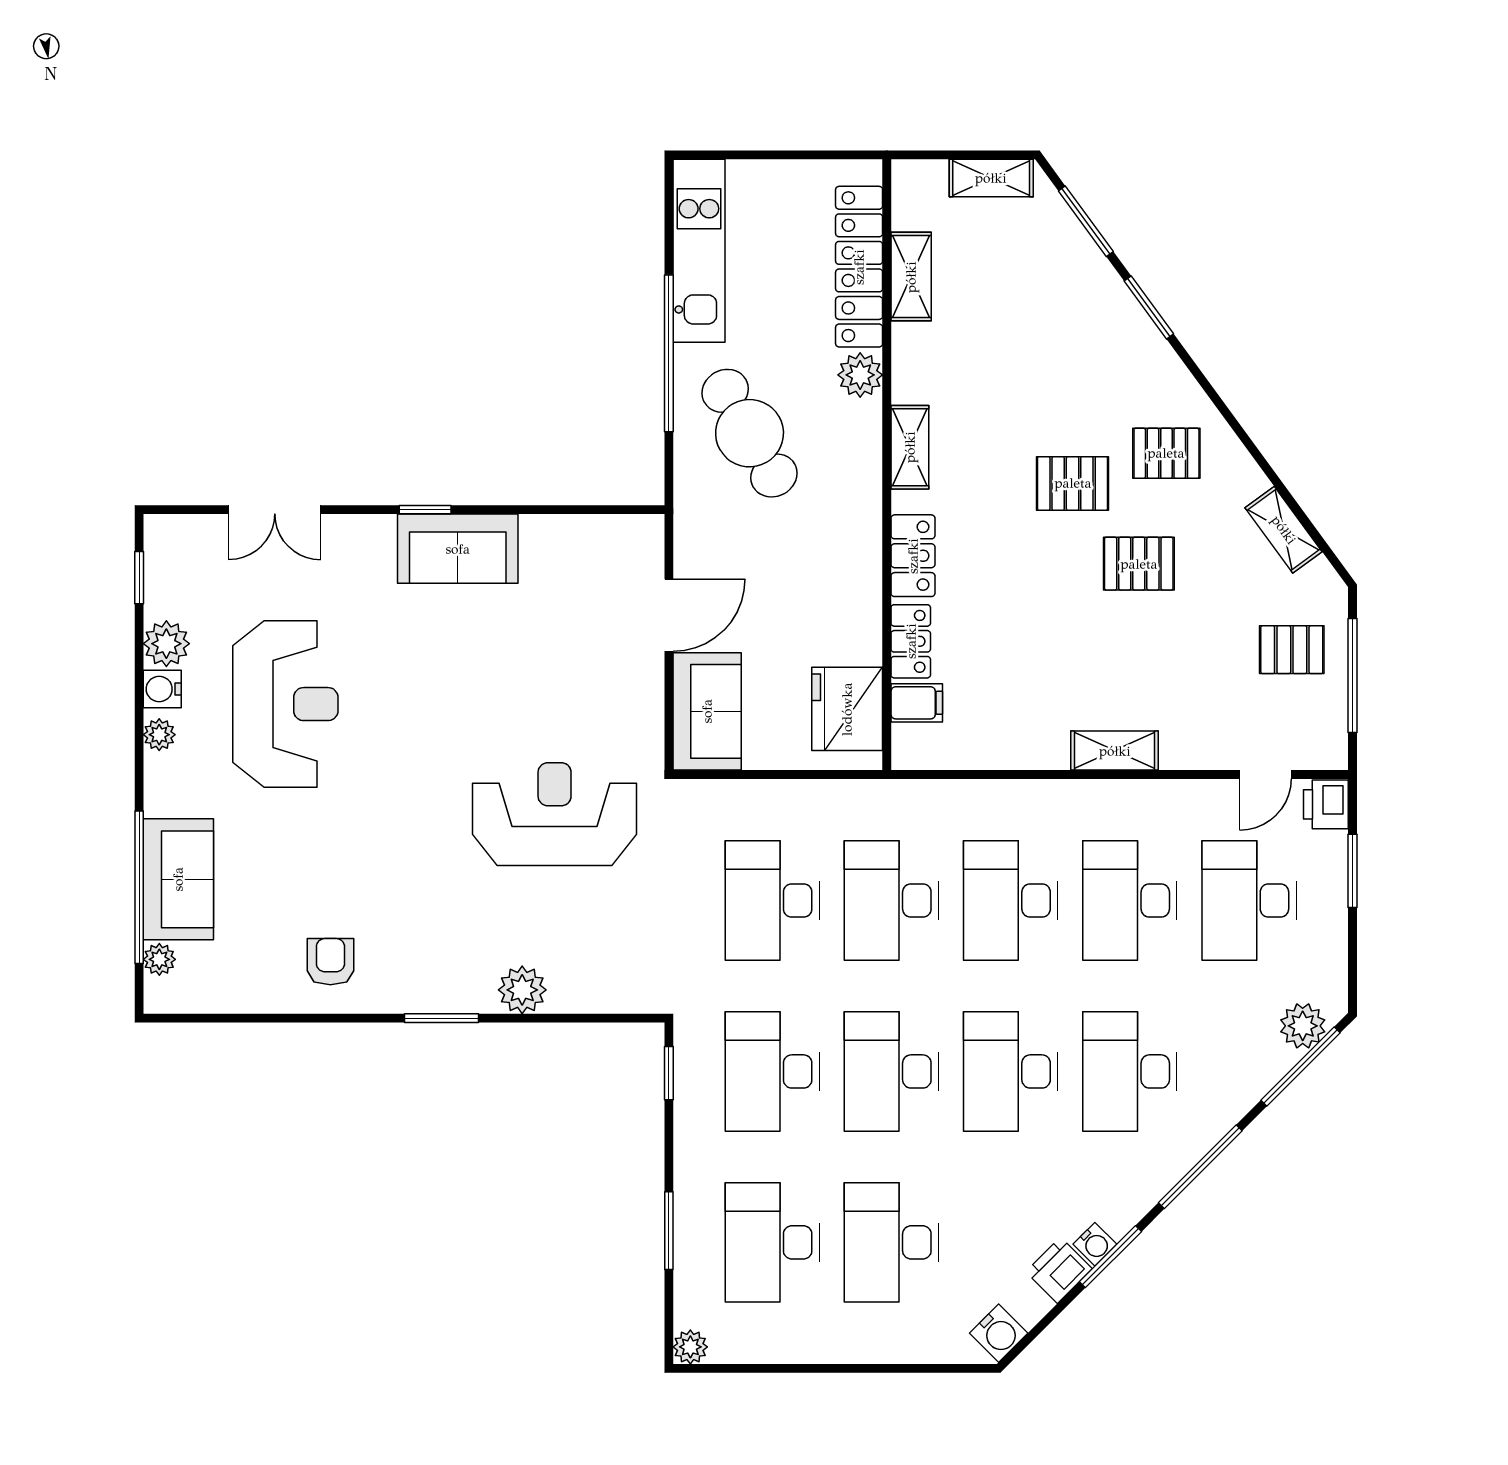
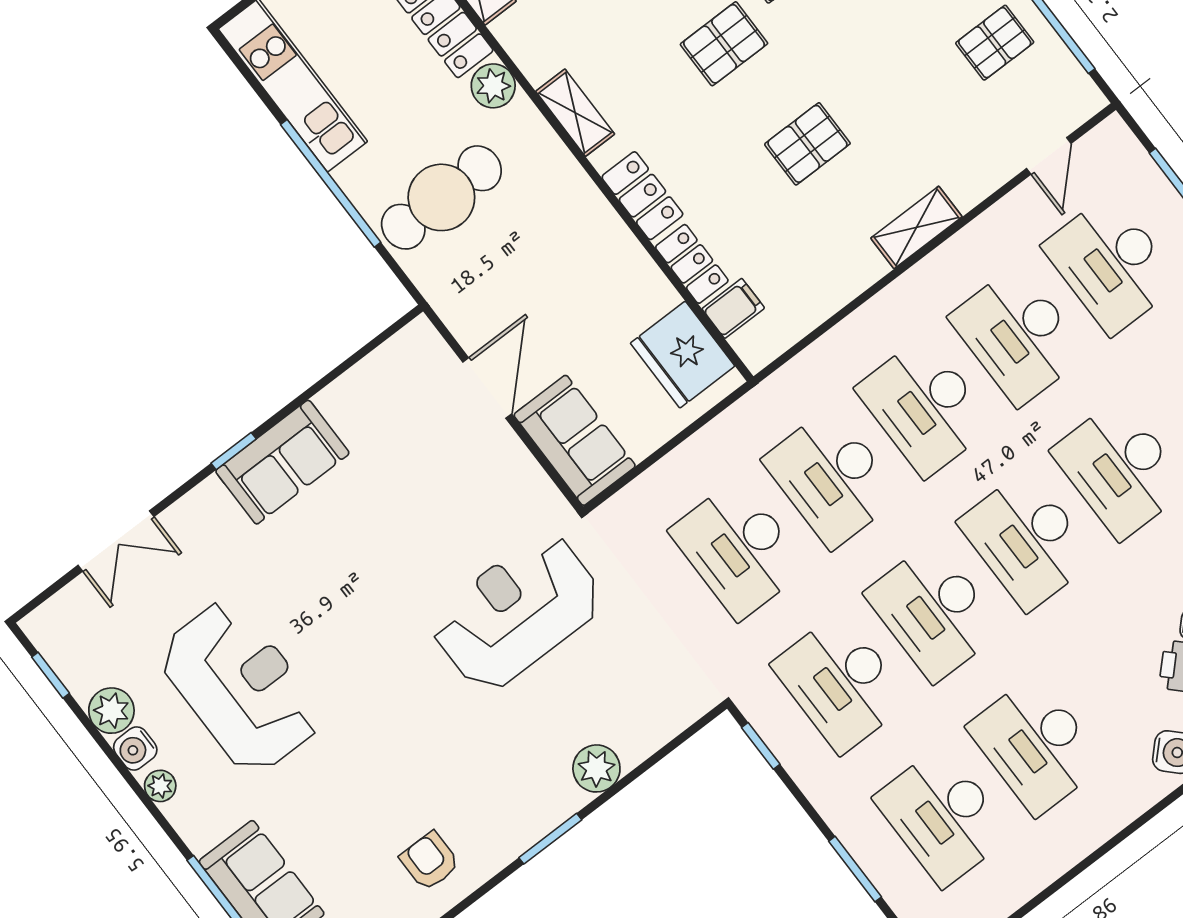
cafe table: (750, 433) -> (441, 197), turned -60
pallet: (1139, 564) -> (807, 144), moved
printer: (1326, 804) -> (1114, 143), removed

